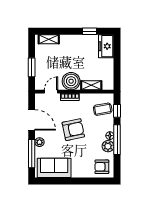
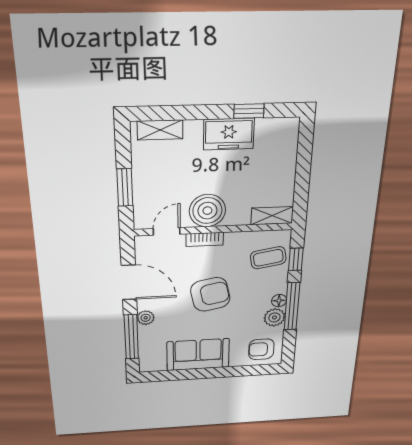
freezer: (106, 46) -> (229, 134), moved, turned -90
shelving: (91, 85) -> (272, 216), moved
sofa: (54, 168) -> (198, 355), moved

